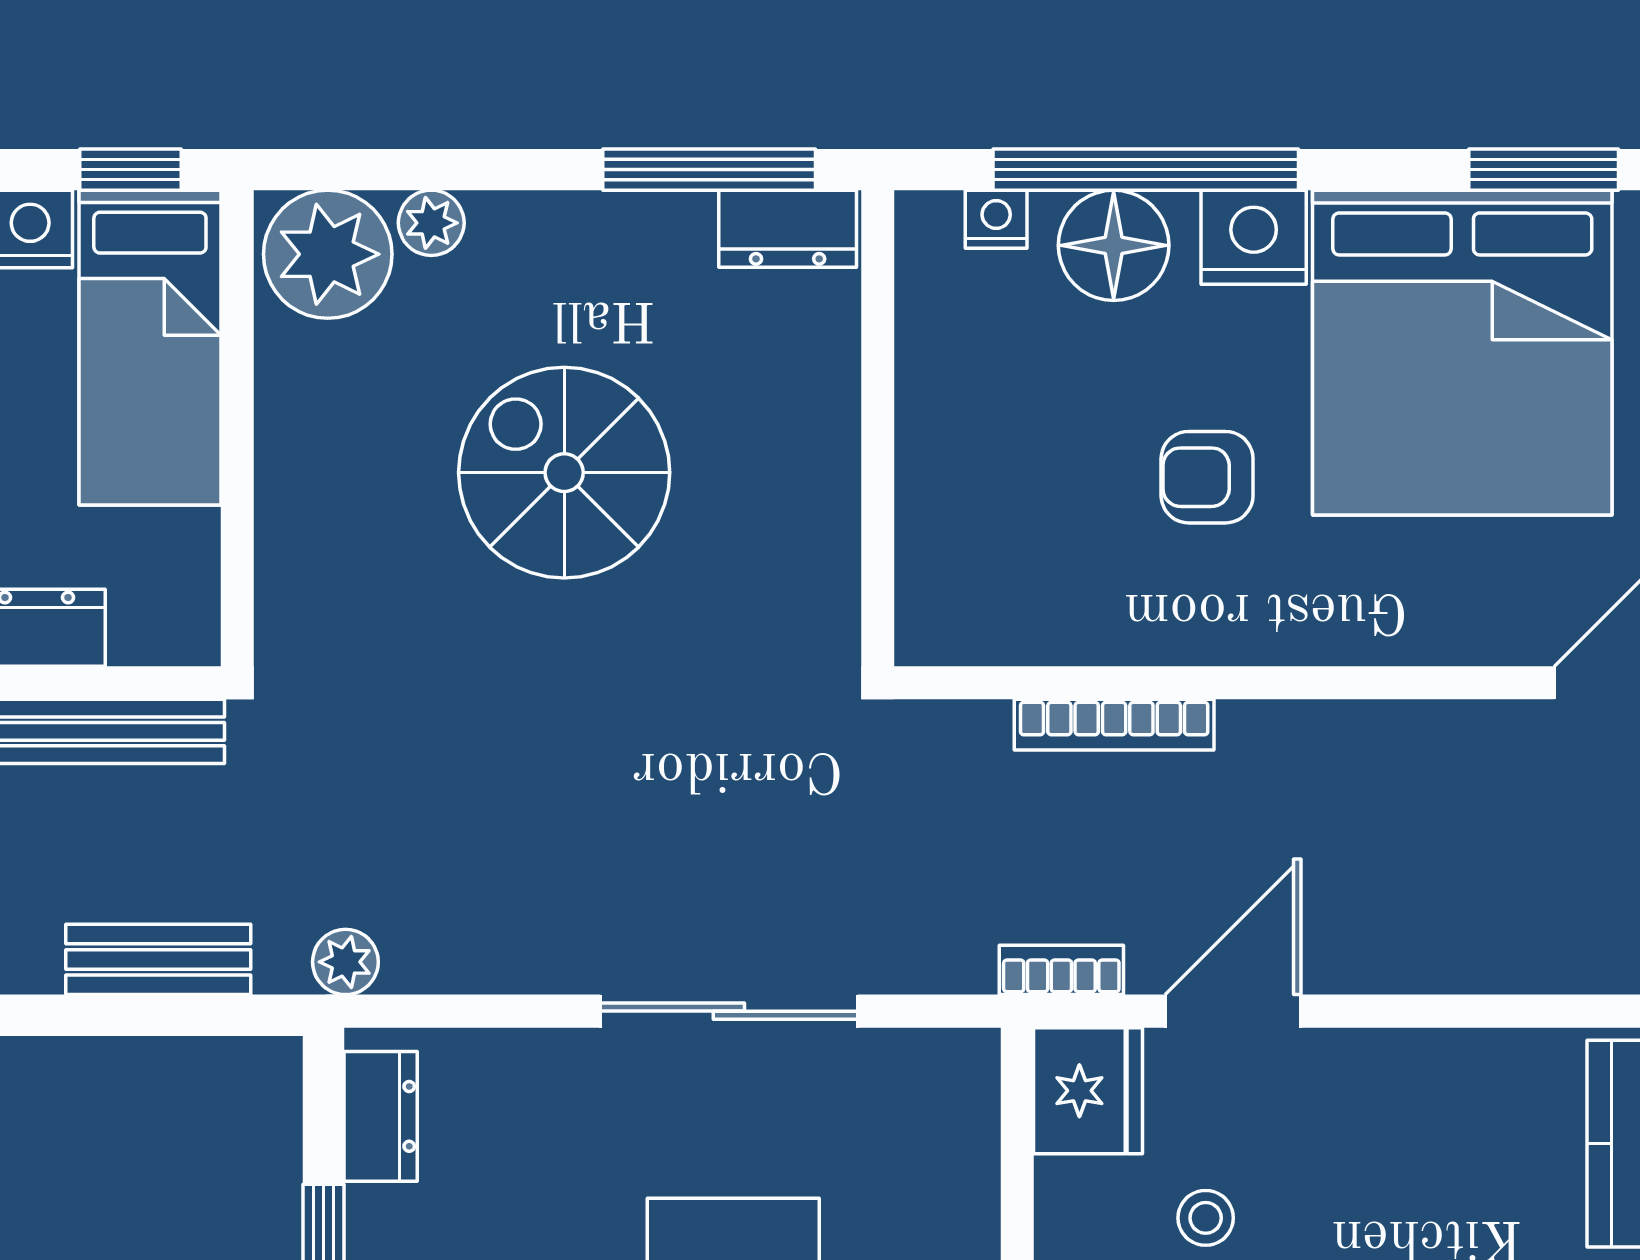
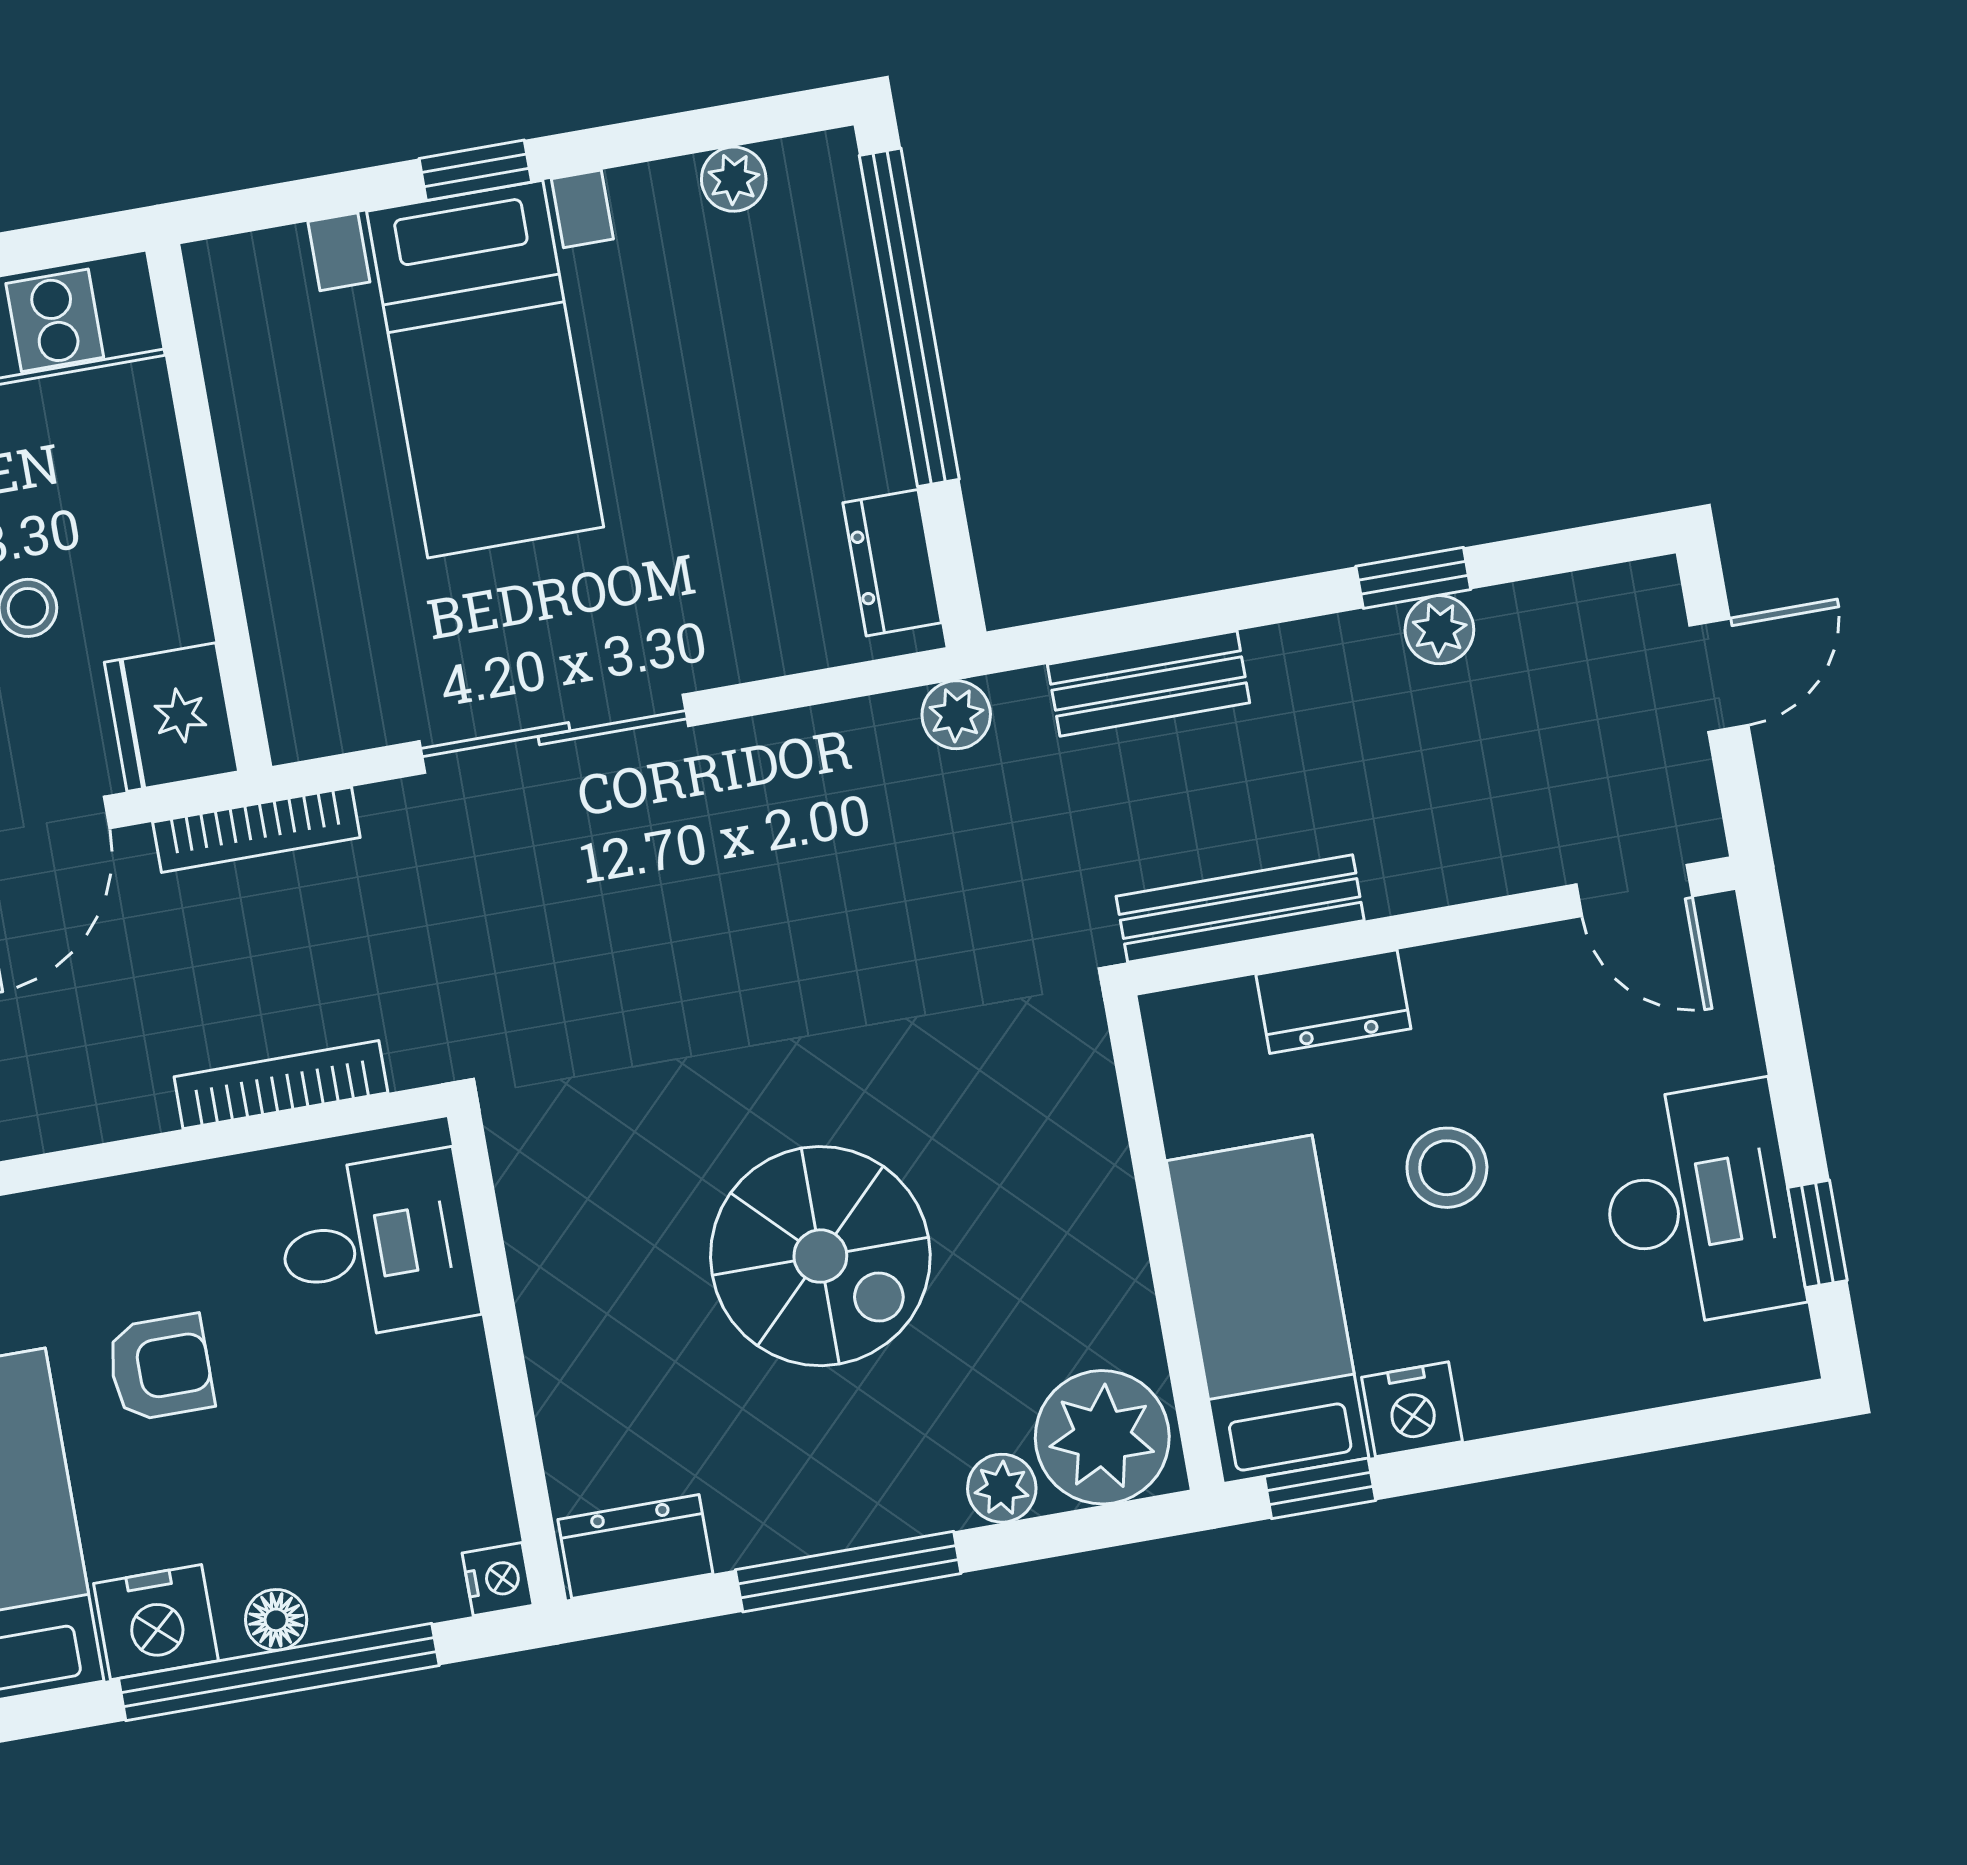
window: (709, 170) -> (848, 1572), moved
nightstand: (996, 219) -> (498, 1579), moved, turned -90
floor lamp: (1114, 245) -> (276, 1620), width x0.53, depth x0.53
desk: (983, 556) -> (376, 1246), added
bookcase: (1114, 725) -> (281, 1085), moved
bookcase: (1061, 970) -> (256, 830), width x1.56

